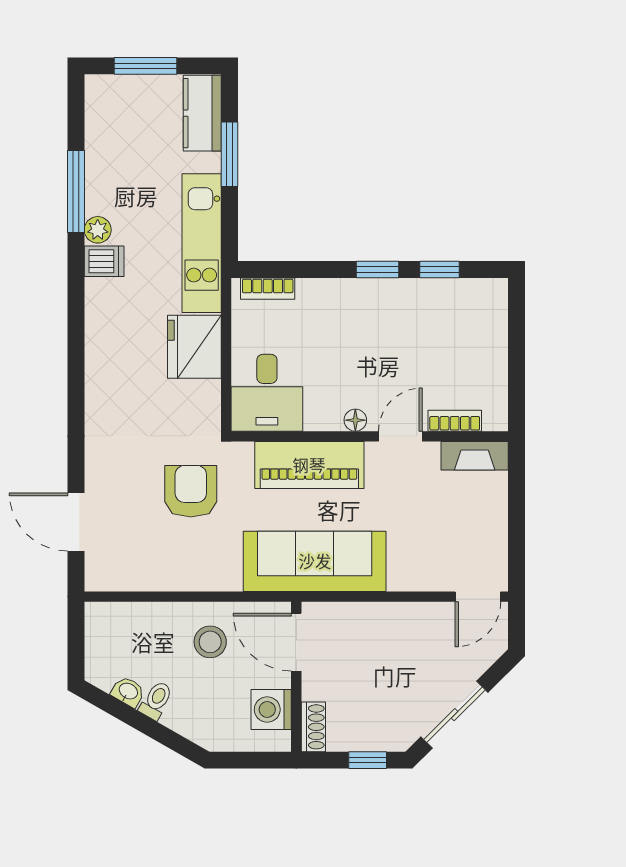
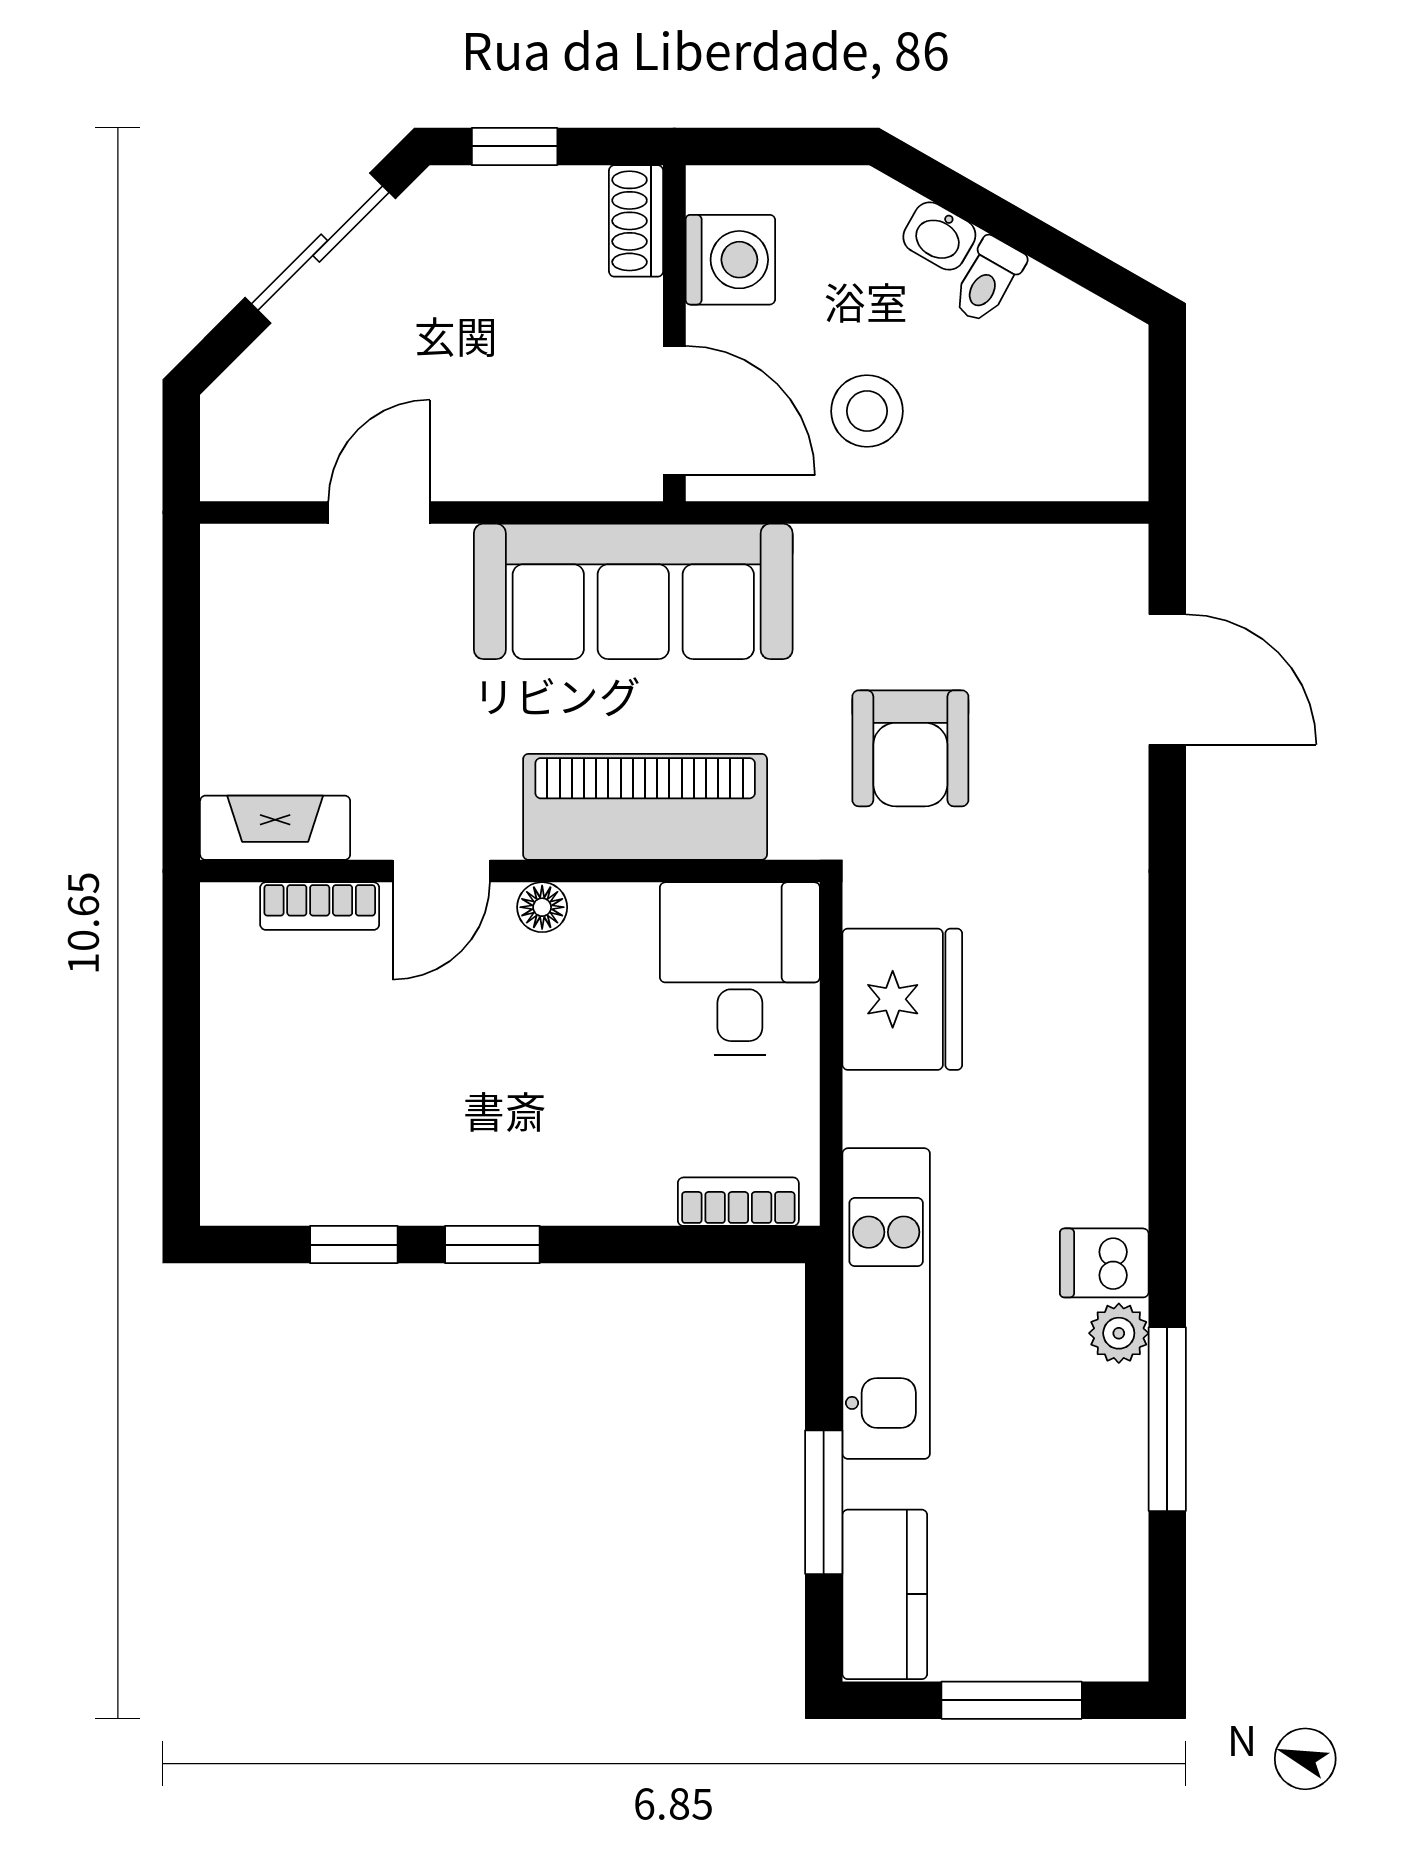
fridge: (194, 347) -> (902, 999), moved
door: (478, 597) -> (379, 512), moved
washbasin: (128, 692) -> (939, 236), moved

